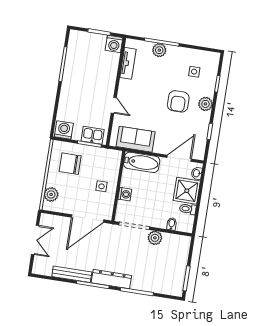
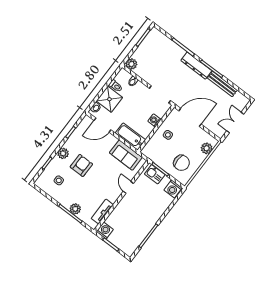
plant: (155, 238) -> (131, 64), moved

